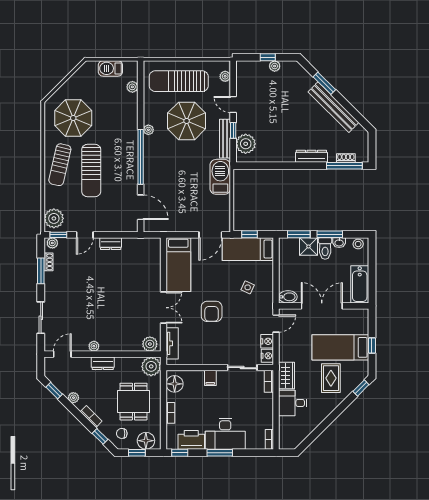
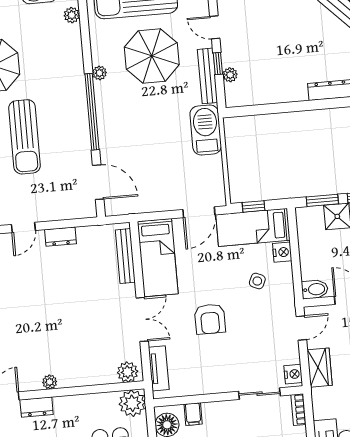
plant: (246, 144) -> (230, 75), width x0.53, depth x0.53
bench: (155, 261) -> (125, 256), added
nightstand: (267, 341) -> (282, 252), moved
dresser: (103, 363) -> (37, 407), moved
wardrobe: (287, 376) -> (320, 368), moved
filing cabinet: (210, 378) -> (193, 414), moved

